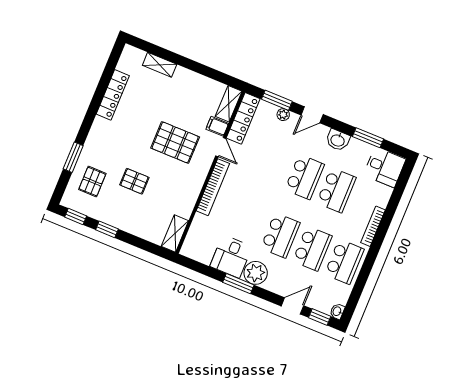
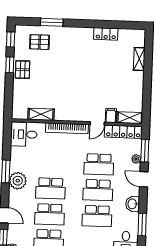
locker: (113, 95) -> (106, 34), width x0.66
pallet: (175, 142) -> (89, 90), removed
school desk: (273, 164) -> (99, 164), added
pallet: (134, 181) -> (23, 70), moved
shelving: (175, 234) -> (41, 114), moved
desk: (231, 256) -> (24, 134), moved

